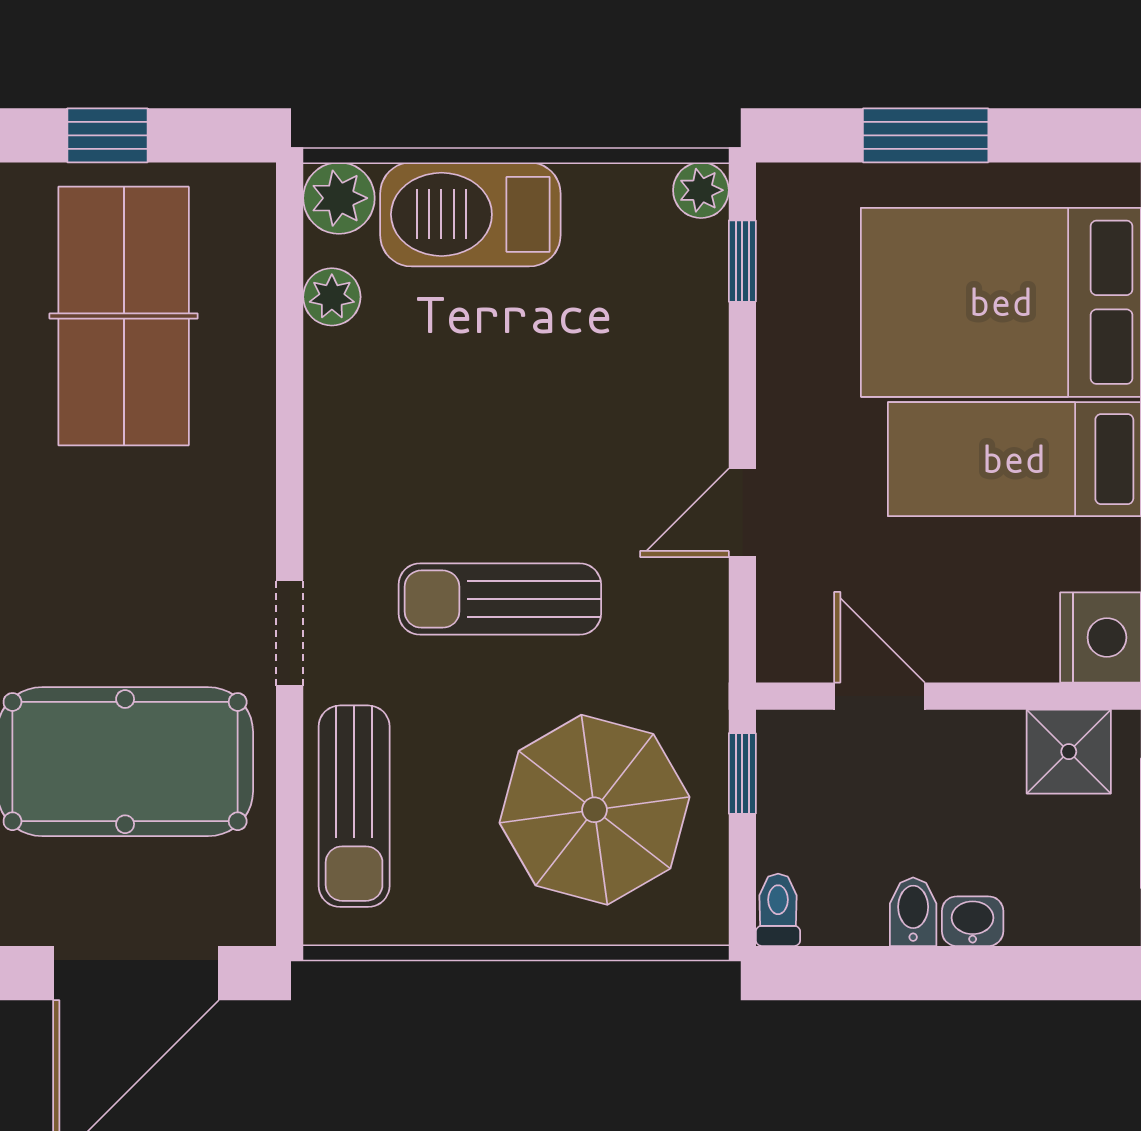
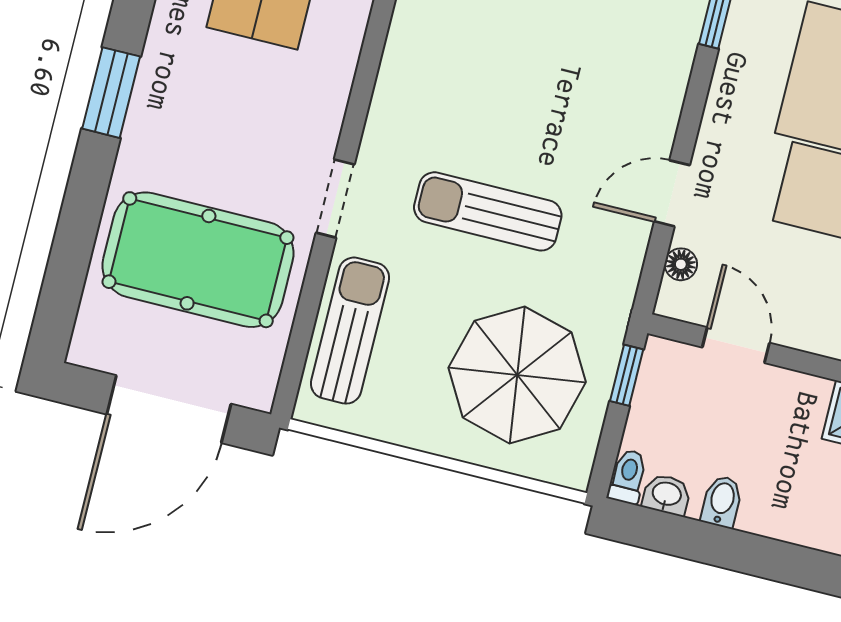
floor lamp: (778, 605) -> (681, 264), added
sun lounger: (354, 806) -> (350, 331), turned 180
washbasin: (973, 921) -> (667, 495), moved

